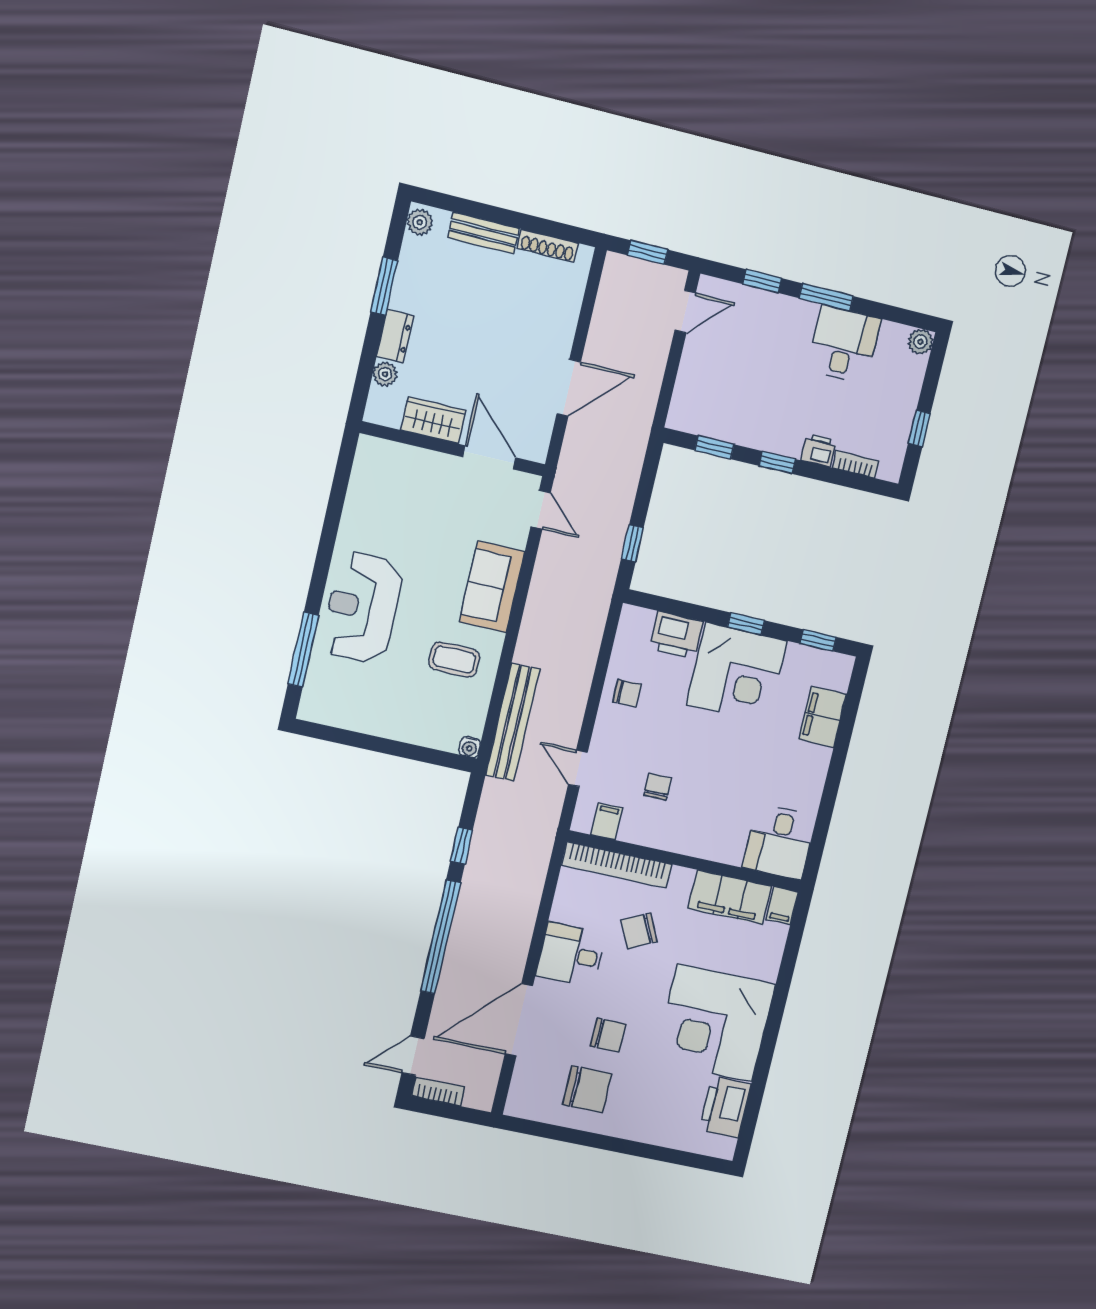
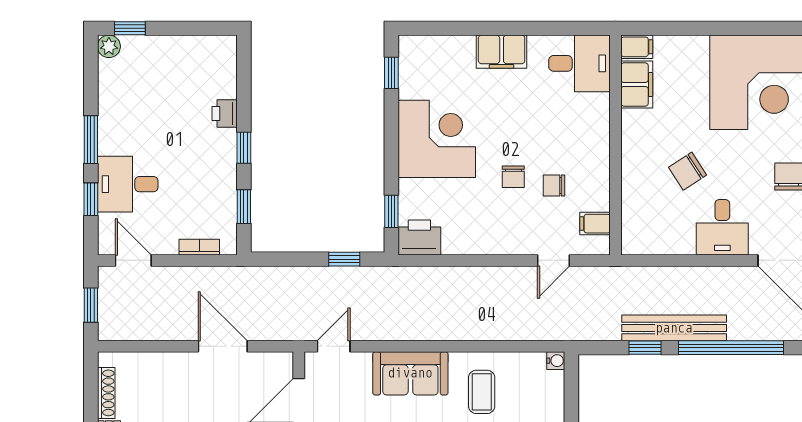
desk: (844, 344) -> (128, 184), moved
window: (919, 428) -> (130, 28), moved
bookcase: (856, 464) -> (199, 247), moved, turned 90
window: (746, 624) -> (391, 211), moved
printer: (676, 635) -> (419, 238), moved, turned -90
chair: (627, 693) -> (513, 177), moved, turned 180
filing cabinet: (823, 717) -> (502, 52), moved
bench: (512, 722) -> (674, 328), moved
bookcase: (617, 865) -> (632, 205), removed
filing cabinet: (730, 897) -> (637, 84), width x0.67, depth x0.86
chair: (639, 931) -> (688, 171), turned 83

